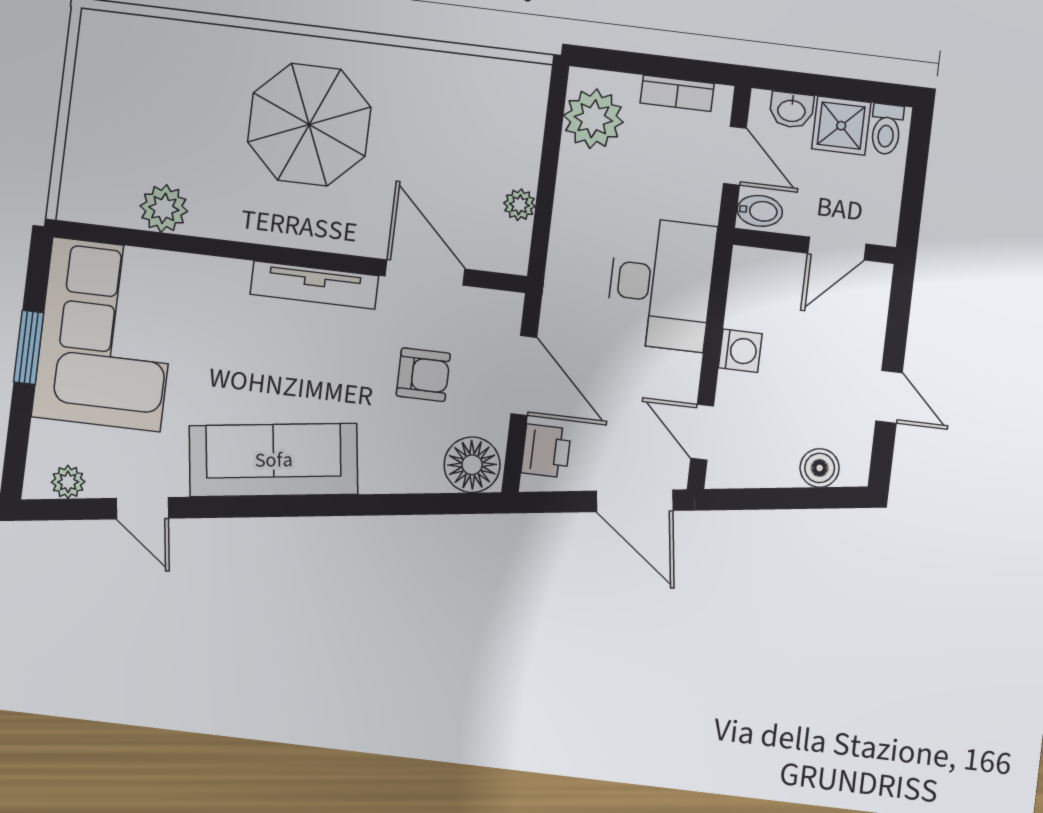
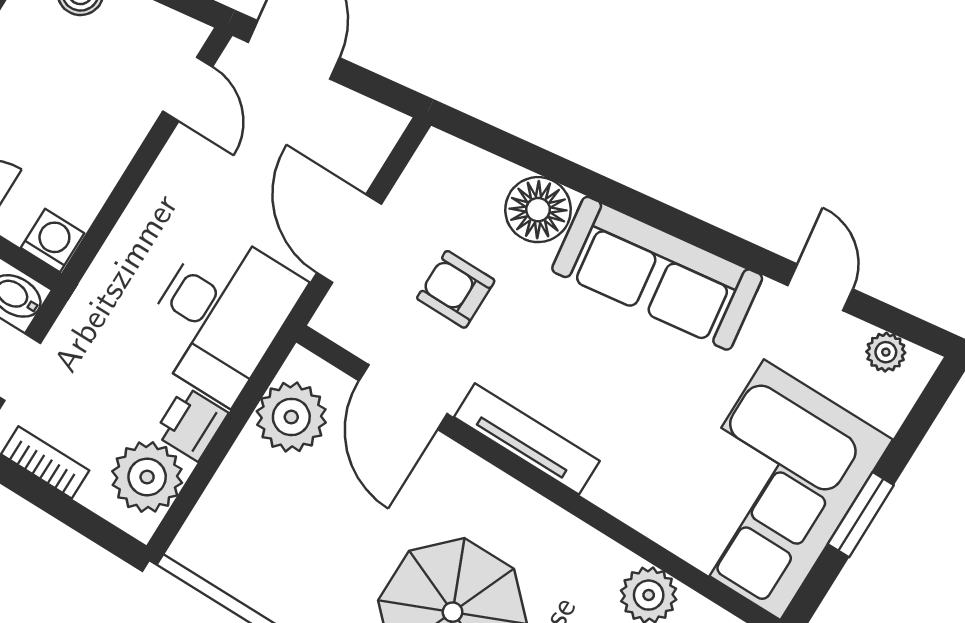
plant: (519, 205) -> (291, 417), width x1.88, depth x1.88
desk: (661, 284) -> (221, 315), moved, turned 180
washing machine: (740, 351) -> (52, 240), moved, turned 90
printer: (546, 451) -> (191, 424), moved
floor lamp: (472, 465) -> (538, 210), moved

